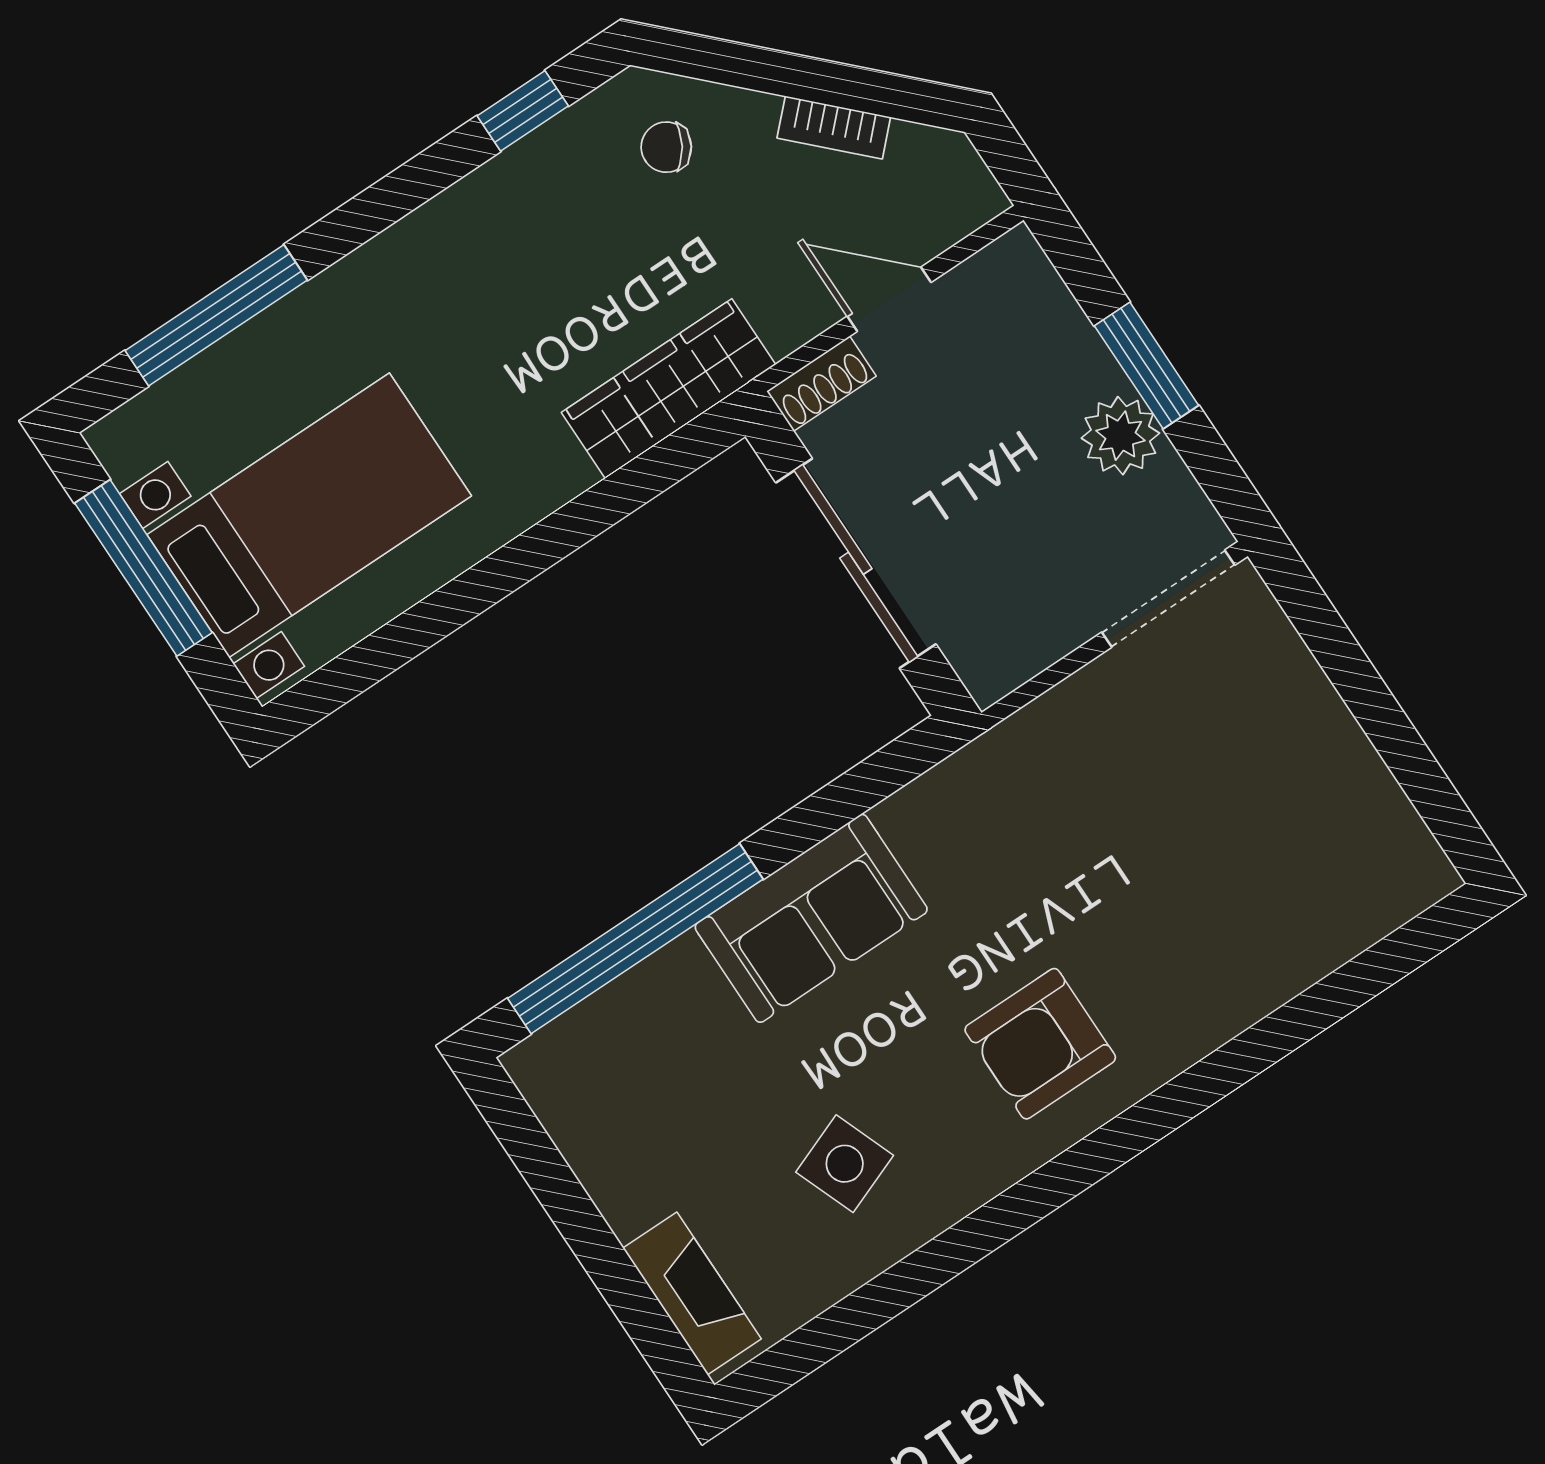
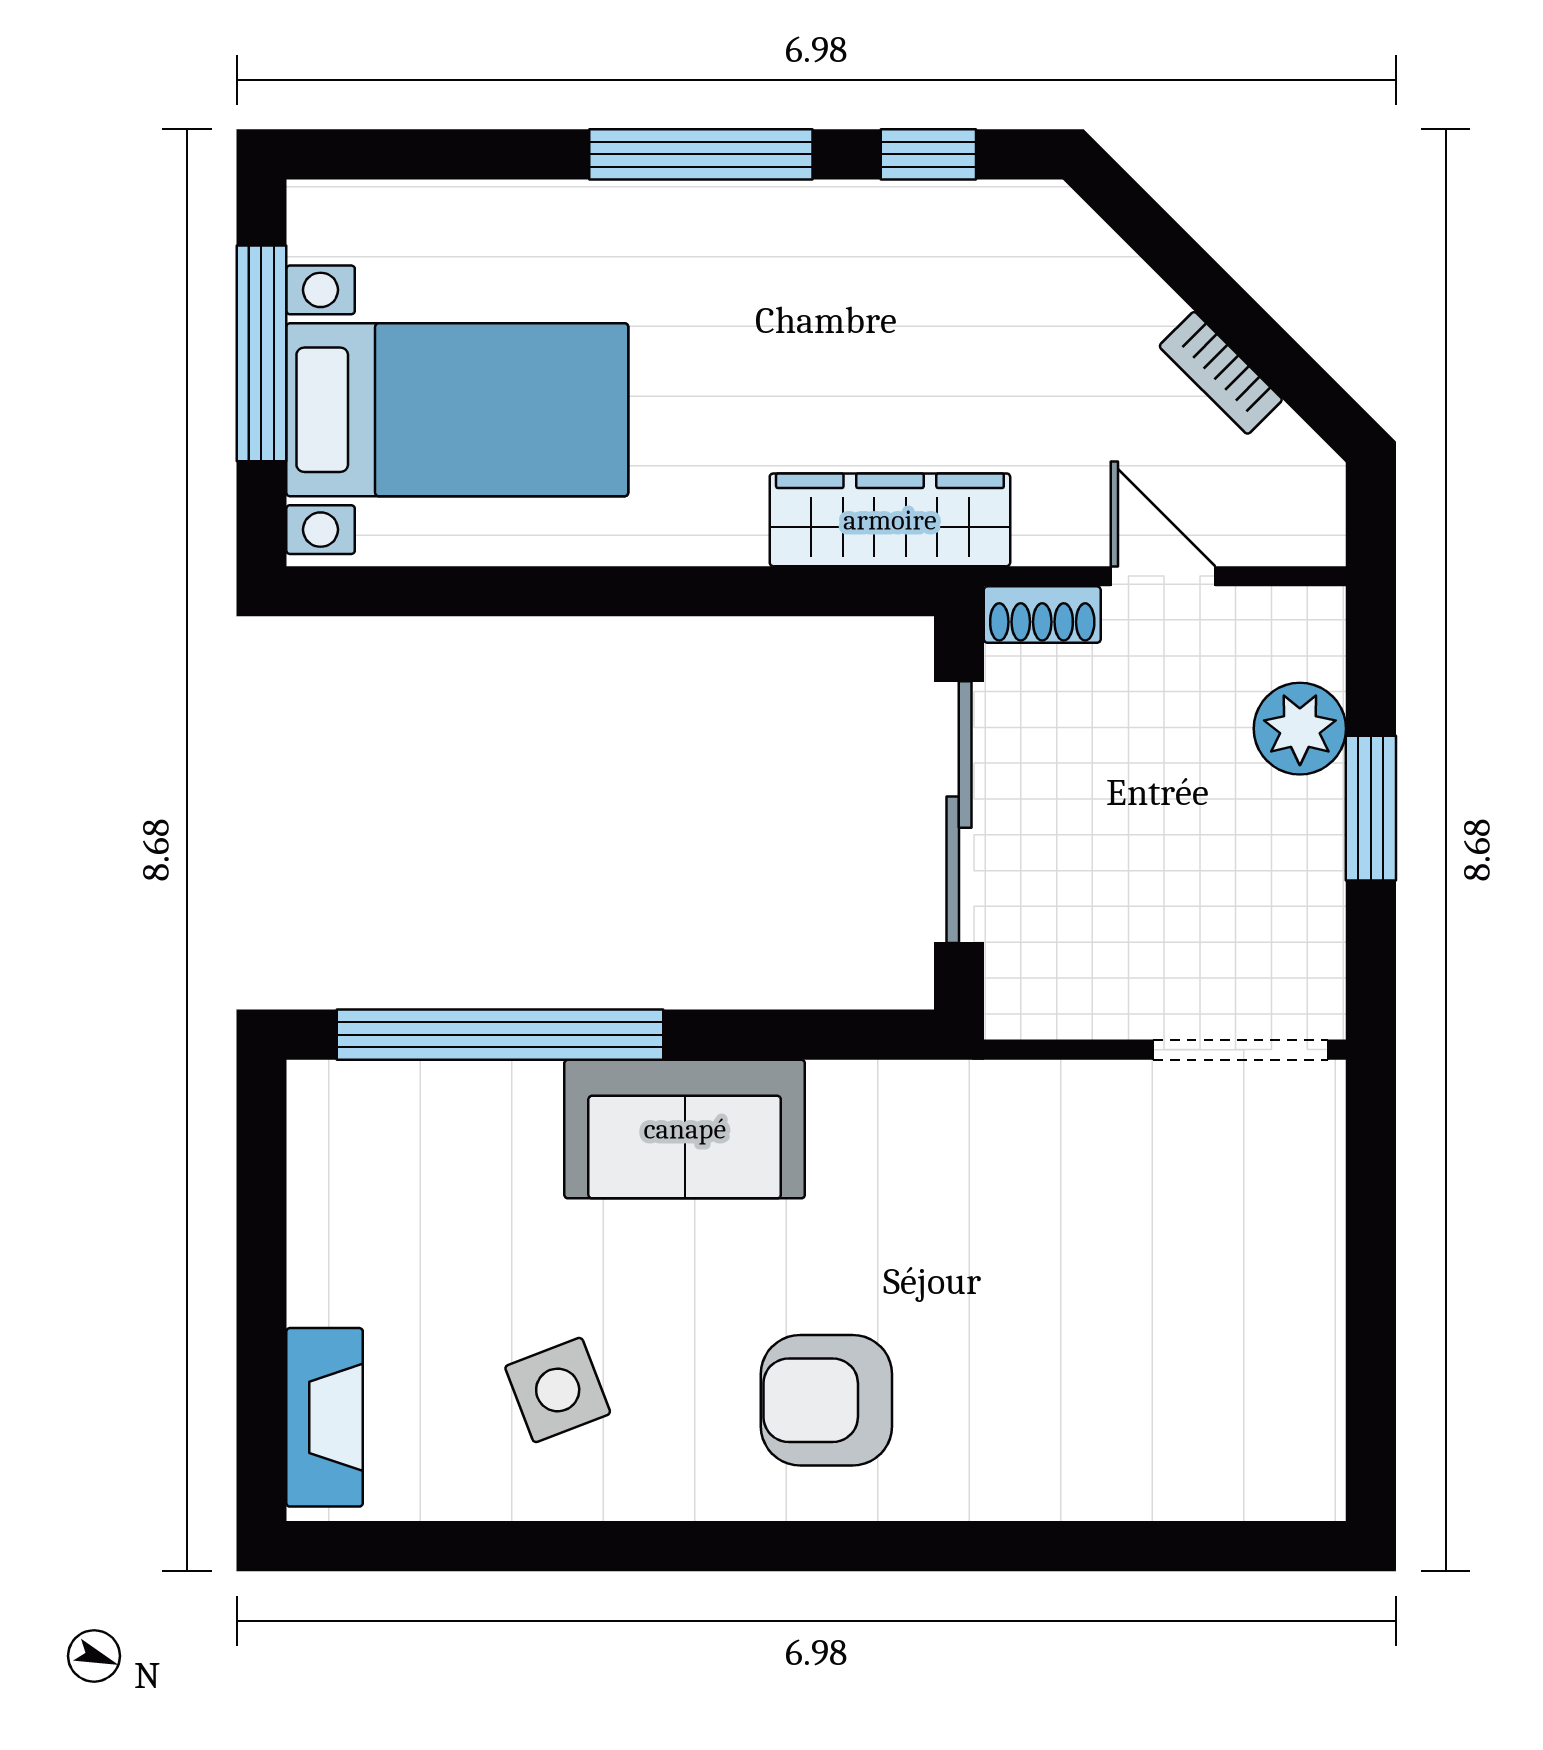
chair: (666, 147) -> (1045, 283), removed
window: (216, 315) -> (701, 154), moved
plant: (1120, 436) -> (1300, 729), moved

